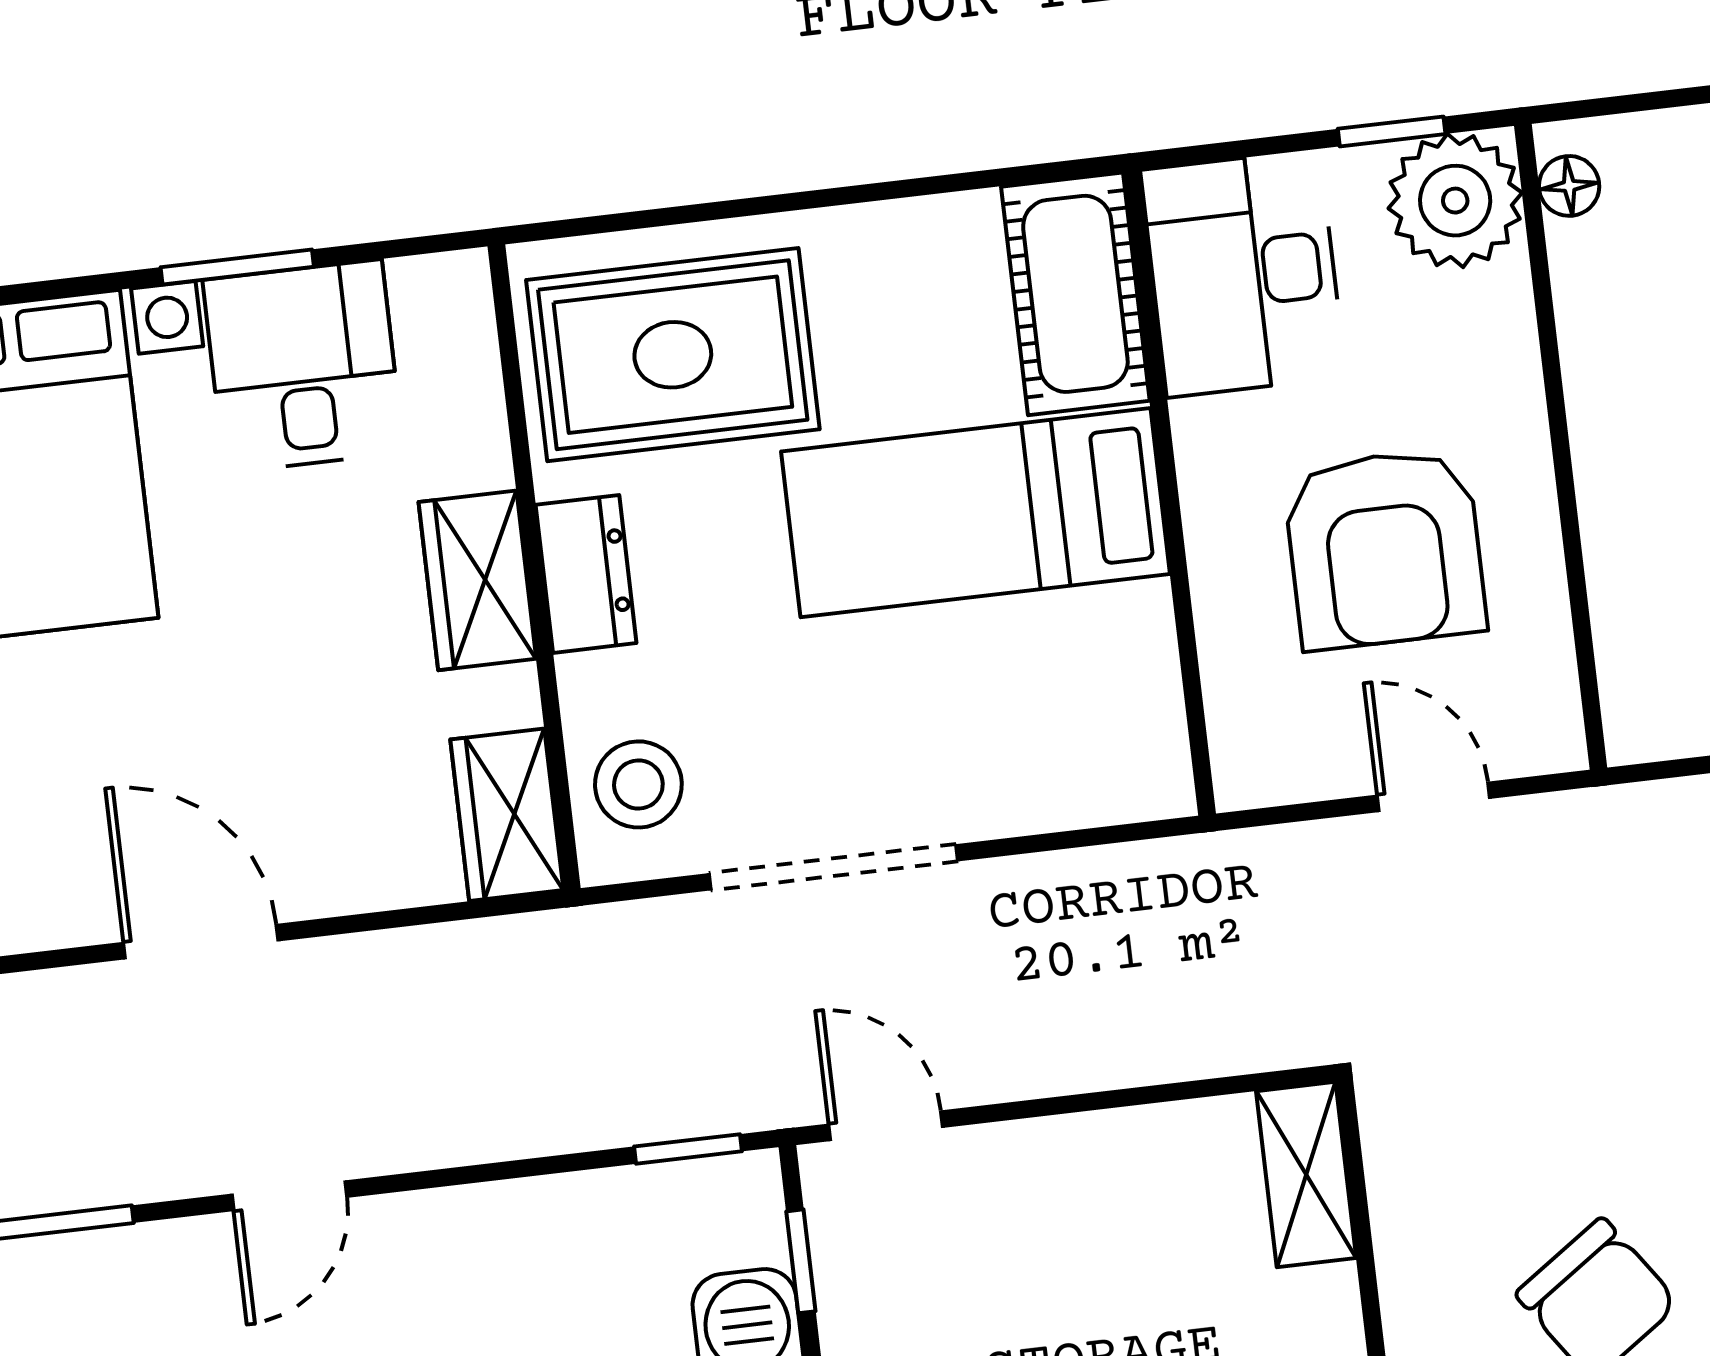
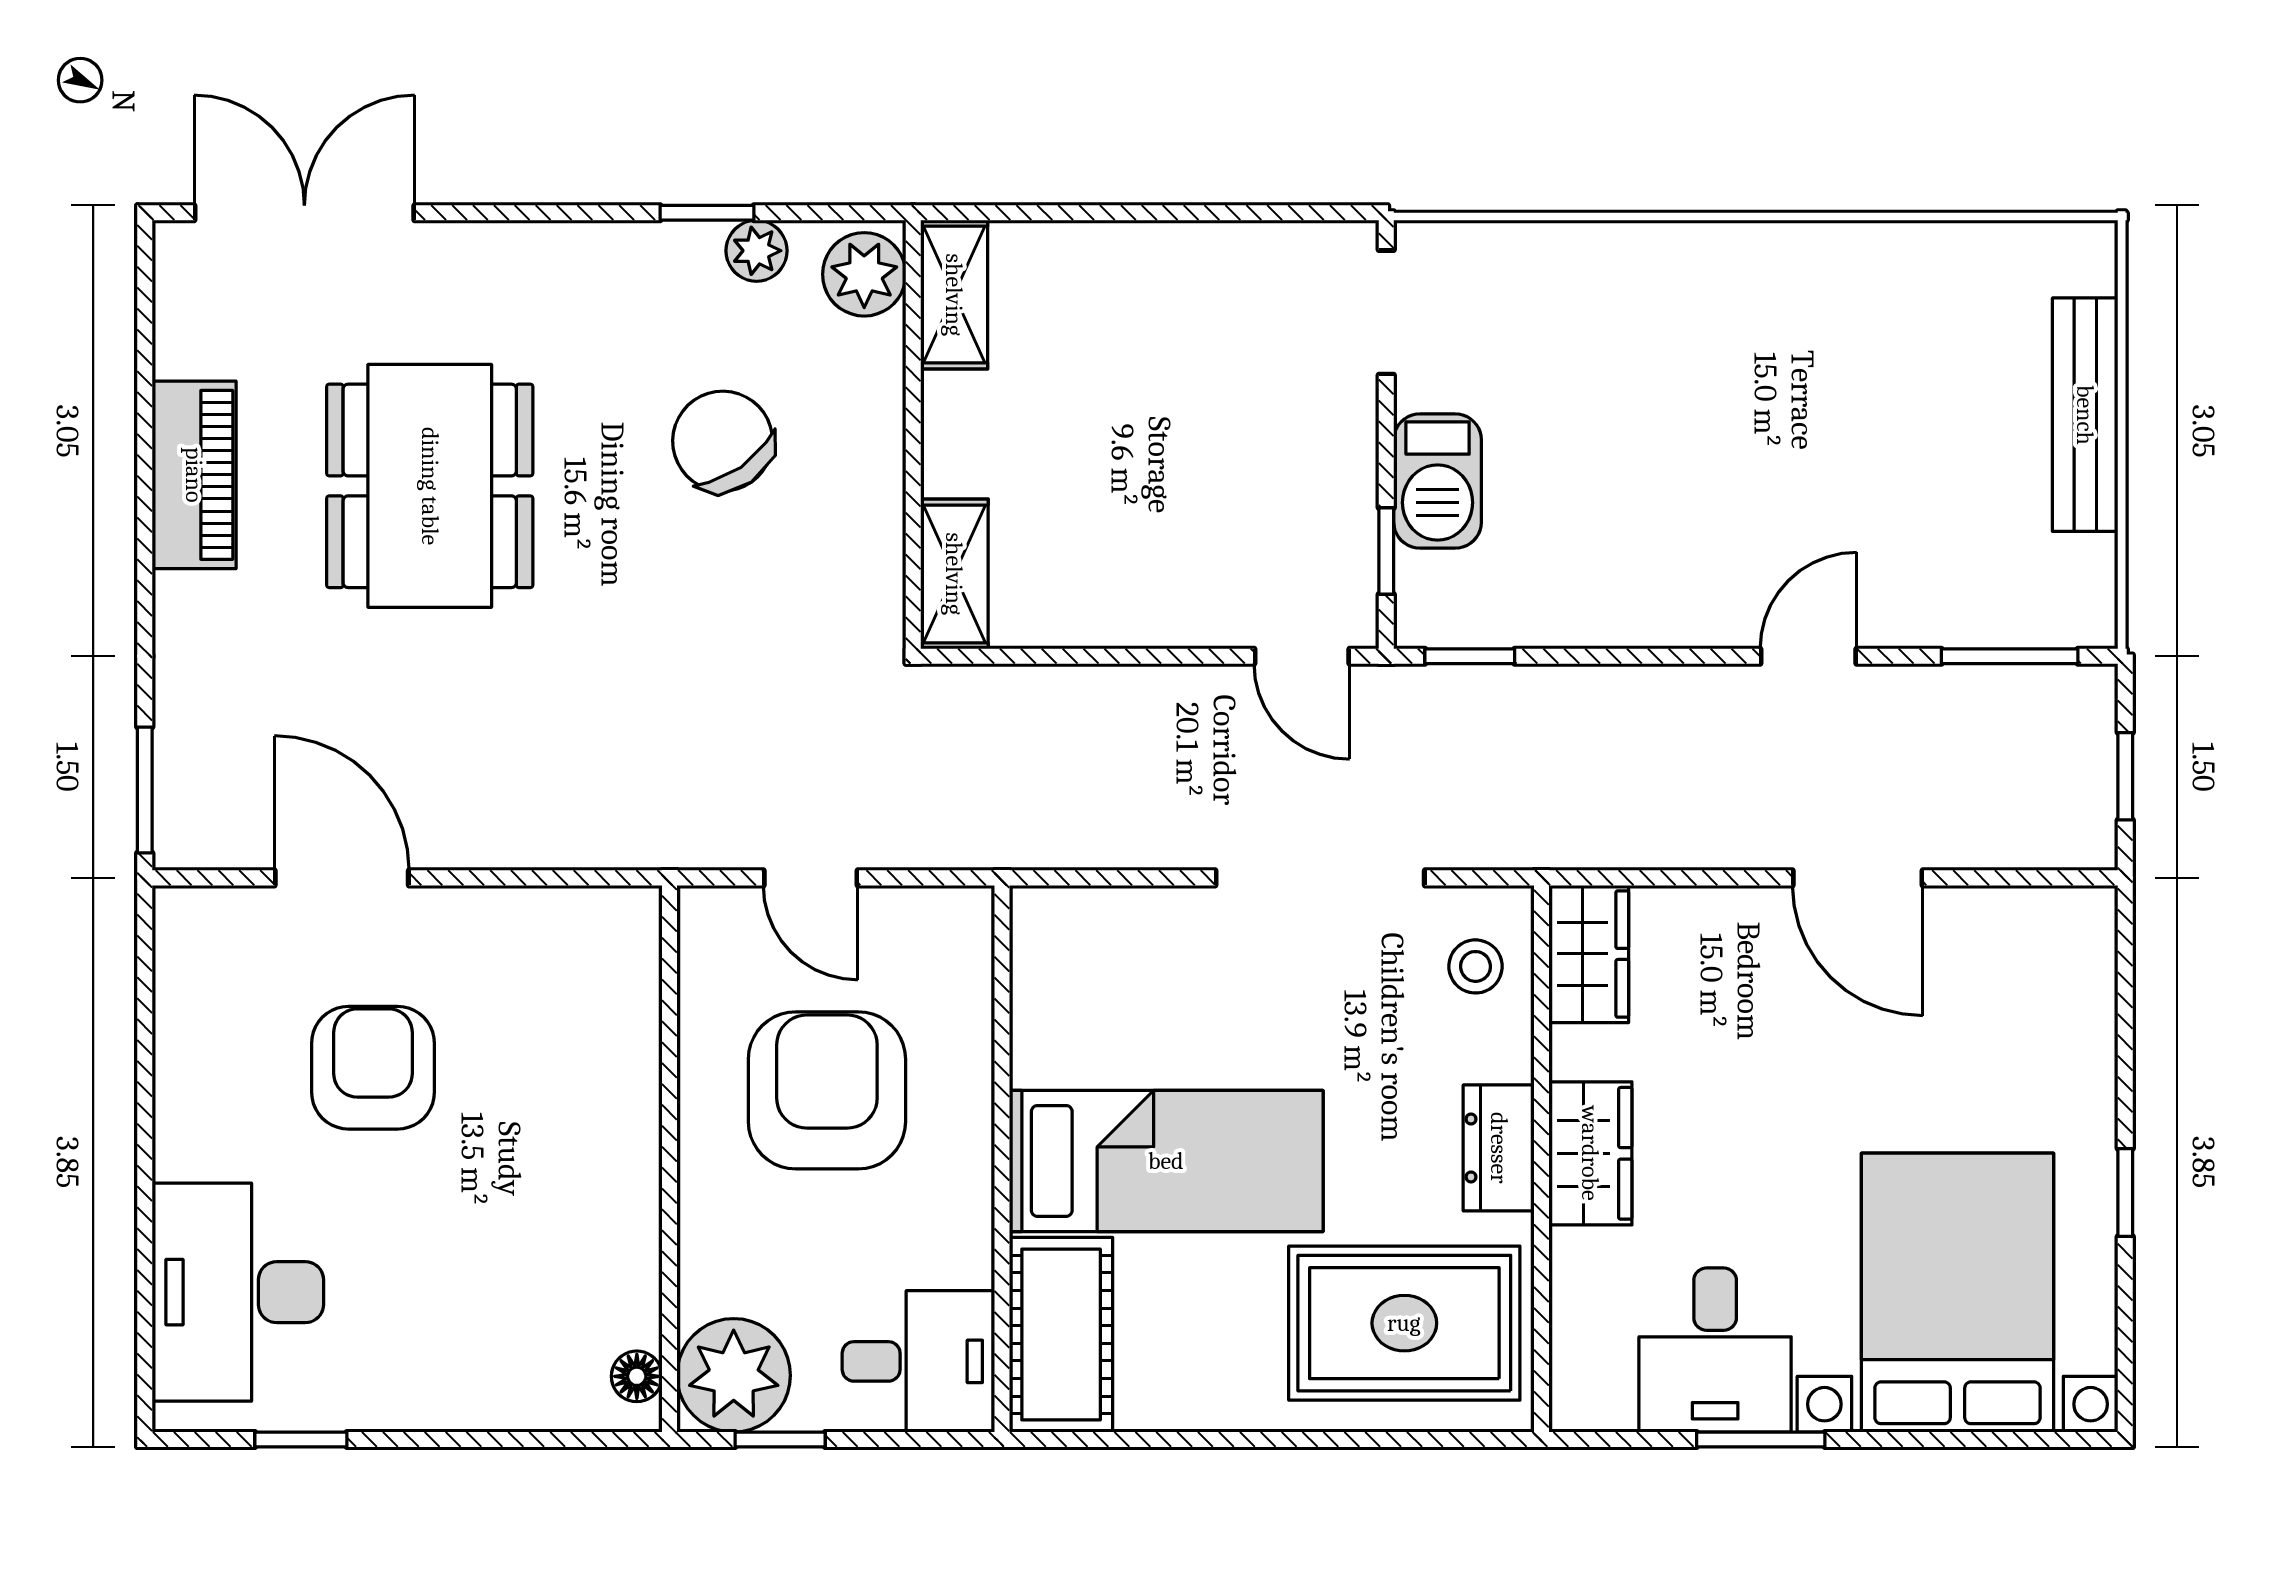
desk: (1243, 273) -> (918, 1361), width x0.73
stool: (638, 784) -> (1476, 966), width x0.73, depth x0.73

